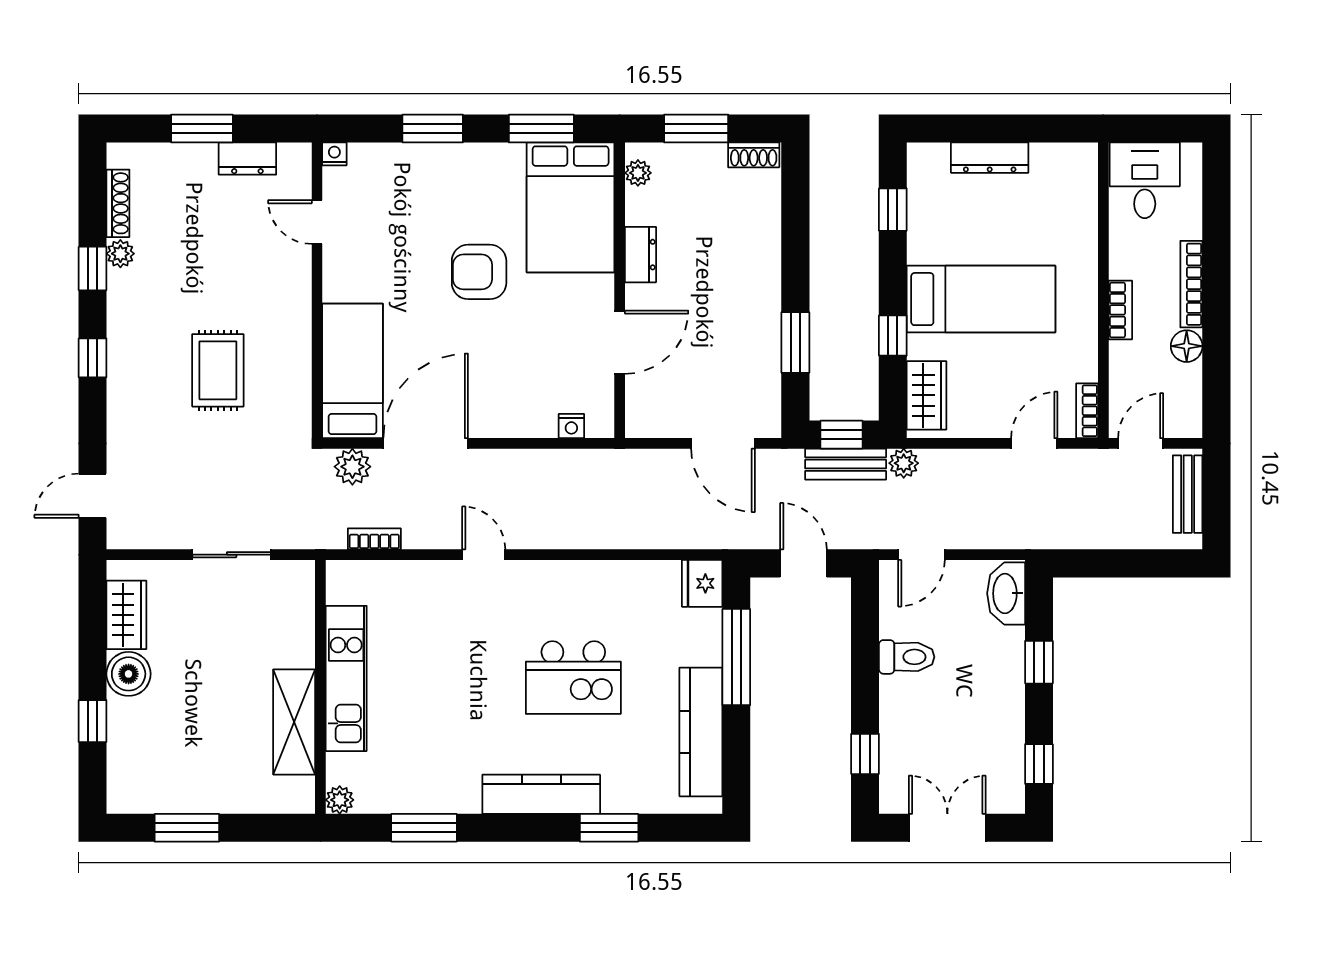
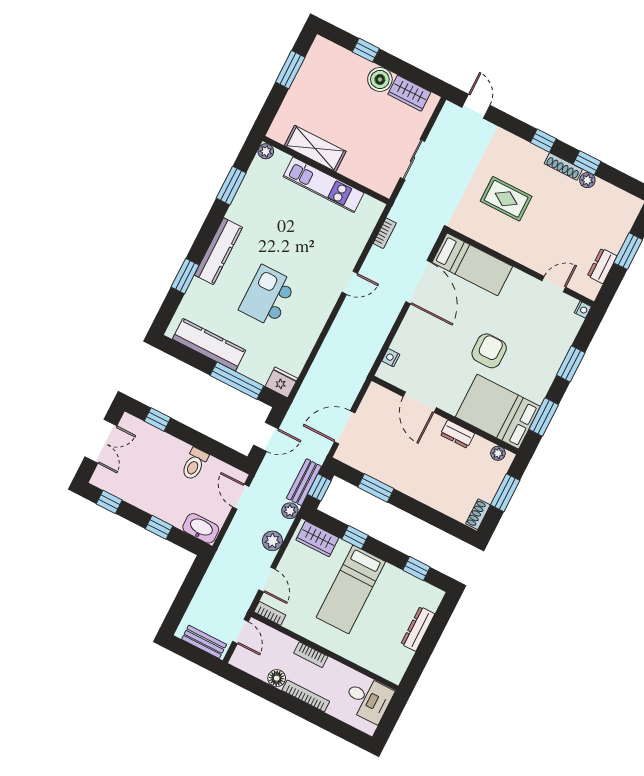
shoe rack: (118, 203) -> (563, 166), moved
plant: (352, 467) -> (272, 541), moved

